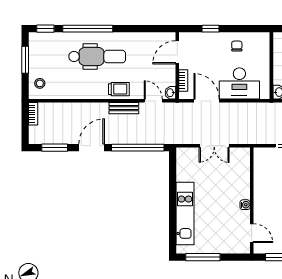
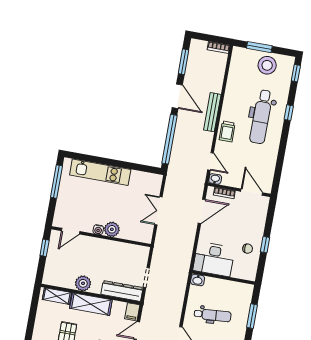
window: (88, 29) -> (289, 113), width x0.32
window: (211, 29) -> (265, 245), moved
window: (25, 60) -> (259, 47), moved
stool: (40, 83) -> (267, 65), moved, width x1.89, depth x1.89
desk: (239, 83) -> (214, 259), moved, turned -90
door: (153, 101) -> (211, 161), hinge flipped
bench: (124, 108) -> (212, 112), moved, width x1.36
plant: (242, 191) -> (112, 229), added

